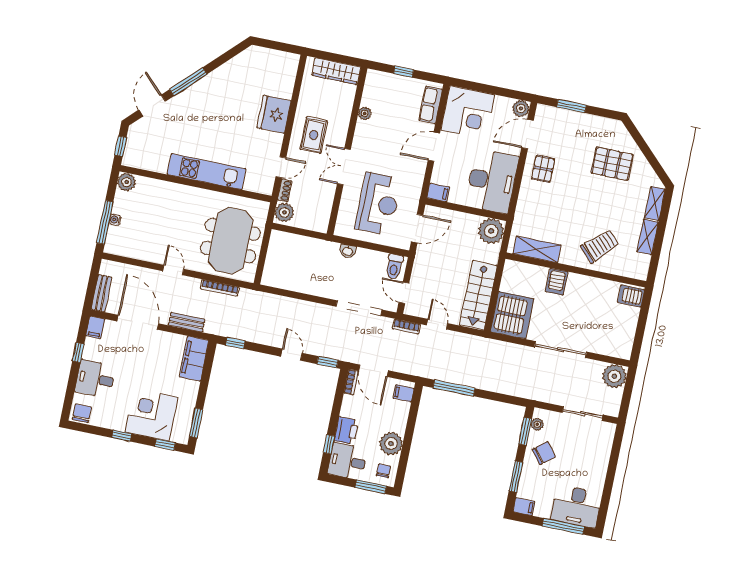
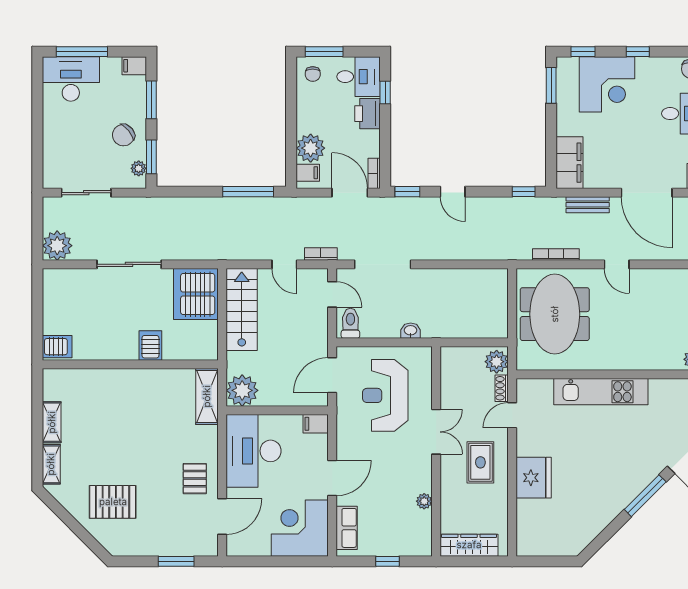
plant: (521, 108) -> (237, 546), removed
trolley: (600, 246) -> (107, 399), removed
shelving: (537, 249) -> (207, 396), moved, turned 90
plant: (391, 444) -> (311, 148), moved

